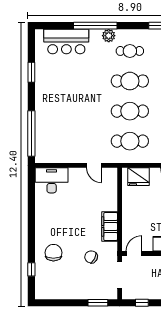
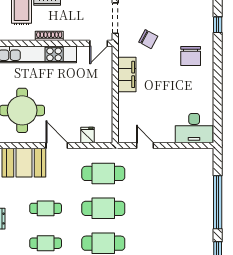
window: (31, 133) -> (218, 202), moved
fridge: (139, 177) -> (87, 135), width x0.53, depth x0.75
chair: (53, 253) -> (191, 56), moved

